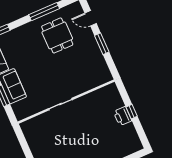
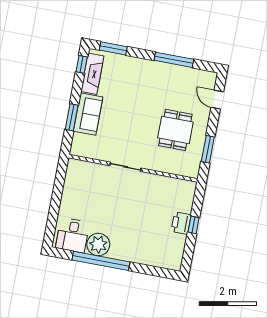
dining table: (57, 35) -> (175, 130), moved
window: (102, 44) -> (208, 149), moved

